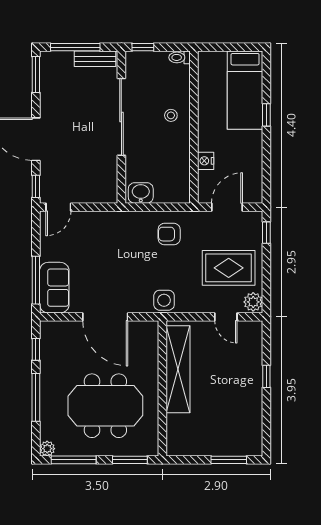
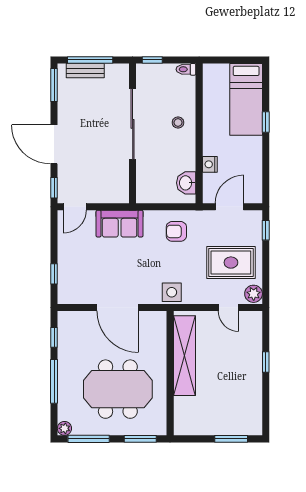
bench: (95, 59) -> (85, 71), moved
washbasin: (141, 193) -> (186, 183), moved, turned -90
window: (36, 280) -> (54, 274), width x0.46
sofa: (54, 288) -> (120, 224), moved, turned 90

